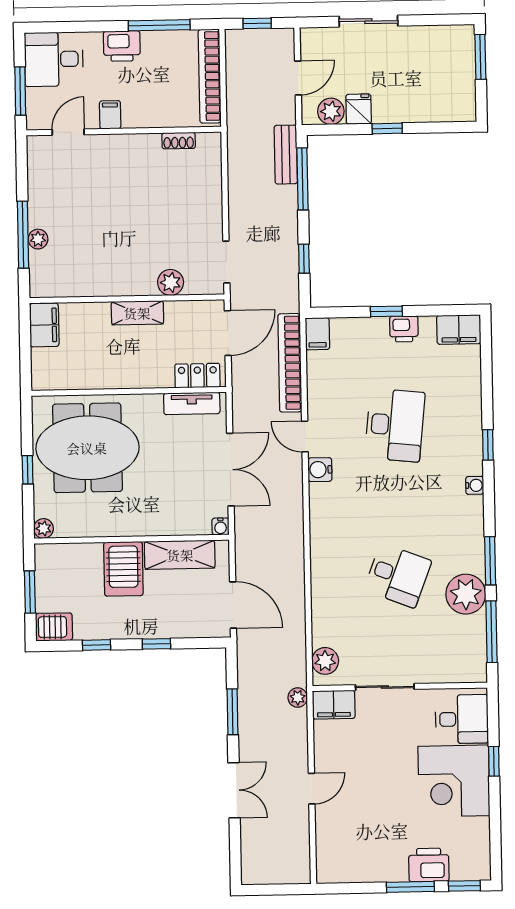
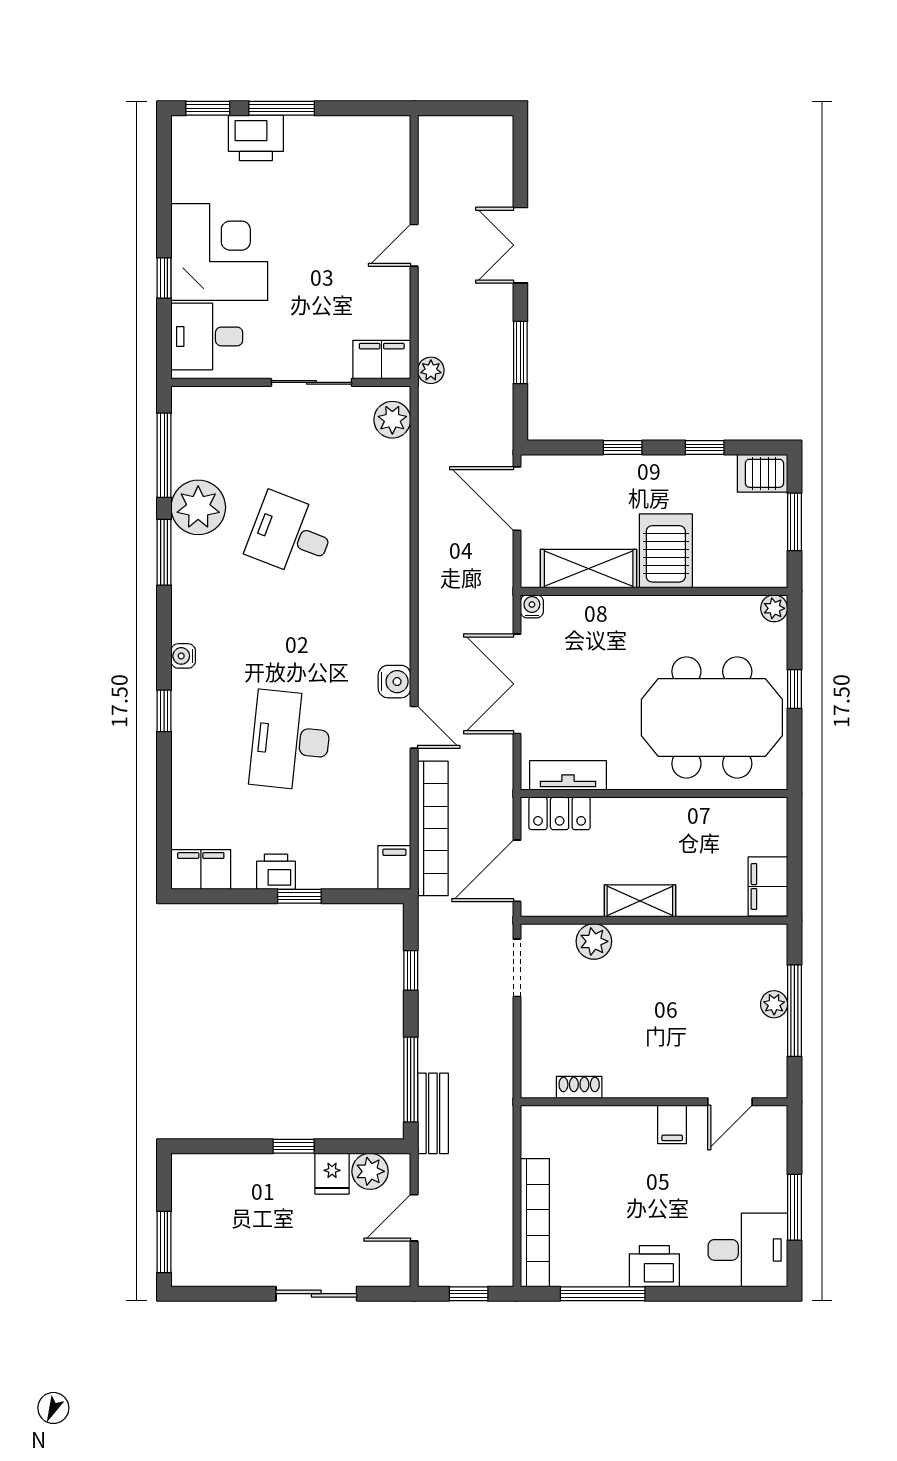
filing cabinet: (110, 115) -> (672, 1124), moved
wall: (124, 131) -> (654, 1102), moved
door: (68, 132) -> (730, 1102), moved
shoe rack: (179, 141) -> (579, 1087), moved

